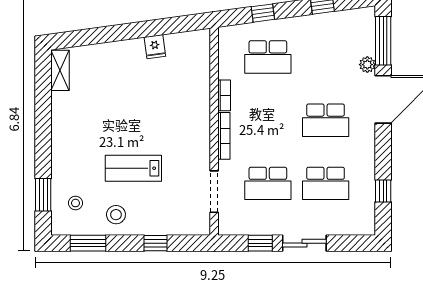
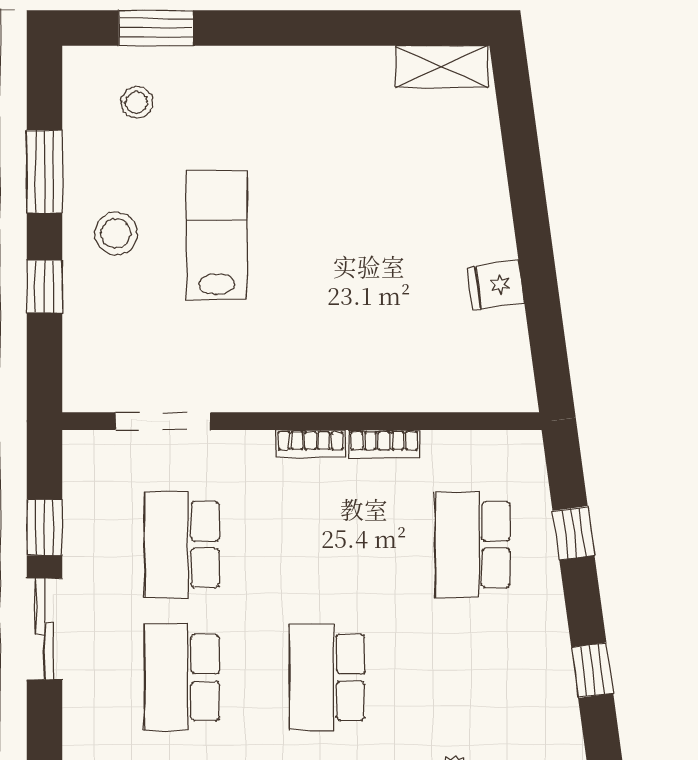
bookcase: (224, 136) -> (311, 444), width x0.64
stool: (116, 215) -> (116, 233), moved
window: (88, 243) -> (45, 172), moved

